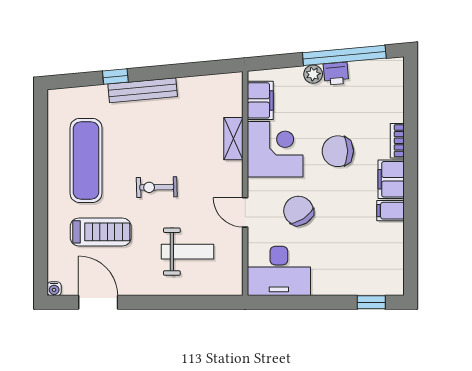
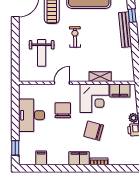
chair: (338, 151) -> (94, 131), turned -75
chair: (298, 211) -> (63, 110), turned -57
filing cabinet: (391, 211) -> (41, 158), moved
desk: (279, 271) -> (32, 115), moved

